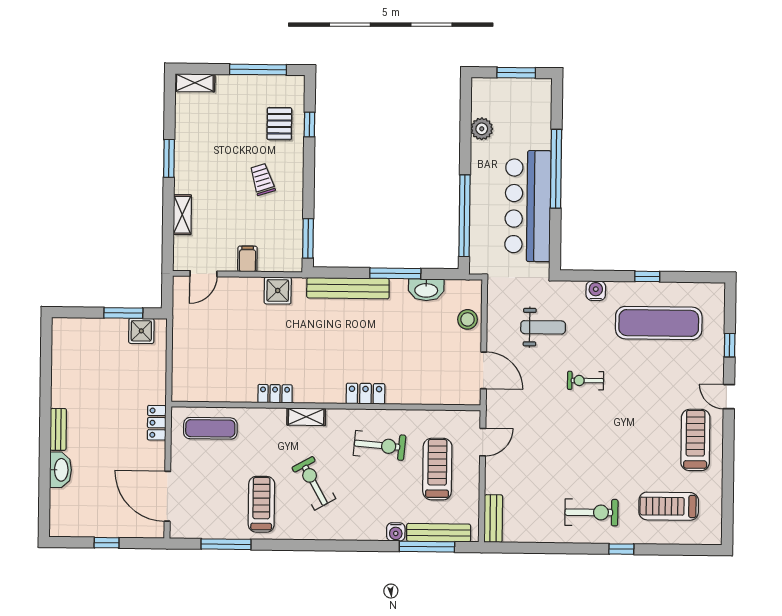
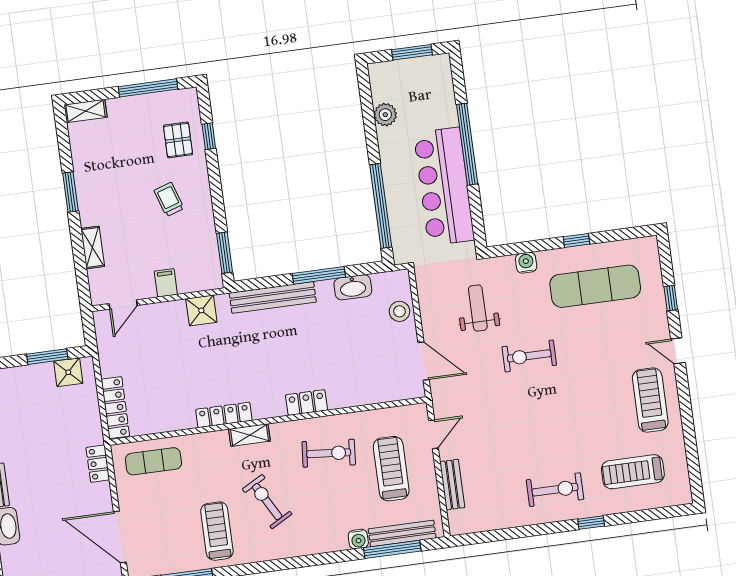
weight bench: (543, 327) -> (478, 308), turned -90
locker: (181, 371) -> (115, 408), added
exercise bike: (586, 381) -> (529, 356), width x1.38, depth x1.39
locker: (275, 394) -> (224, 415), width x1.53
bench: (493, 519) -> (452, 485), moved

